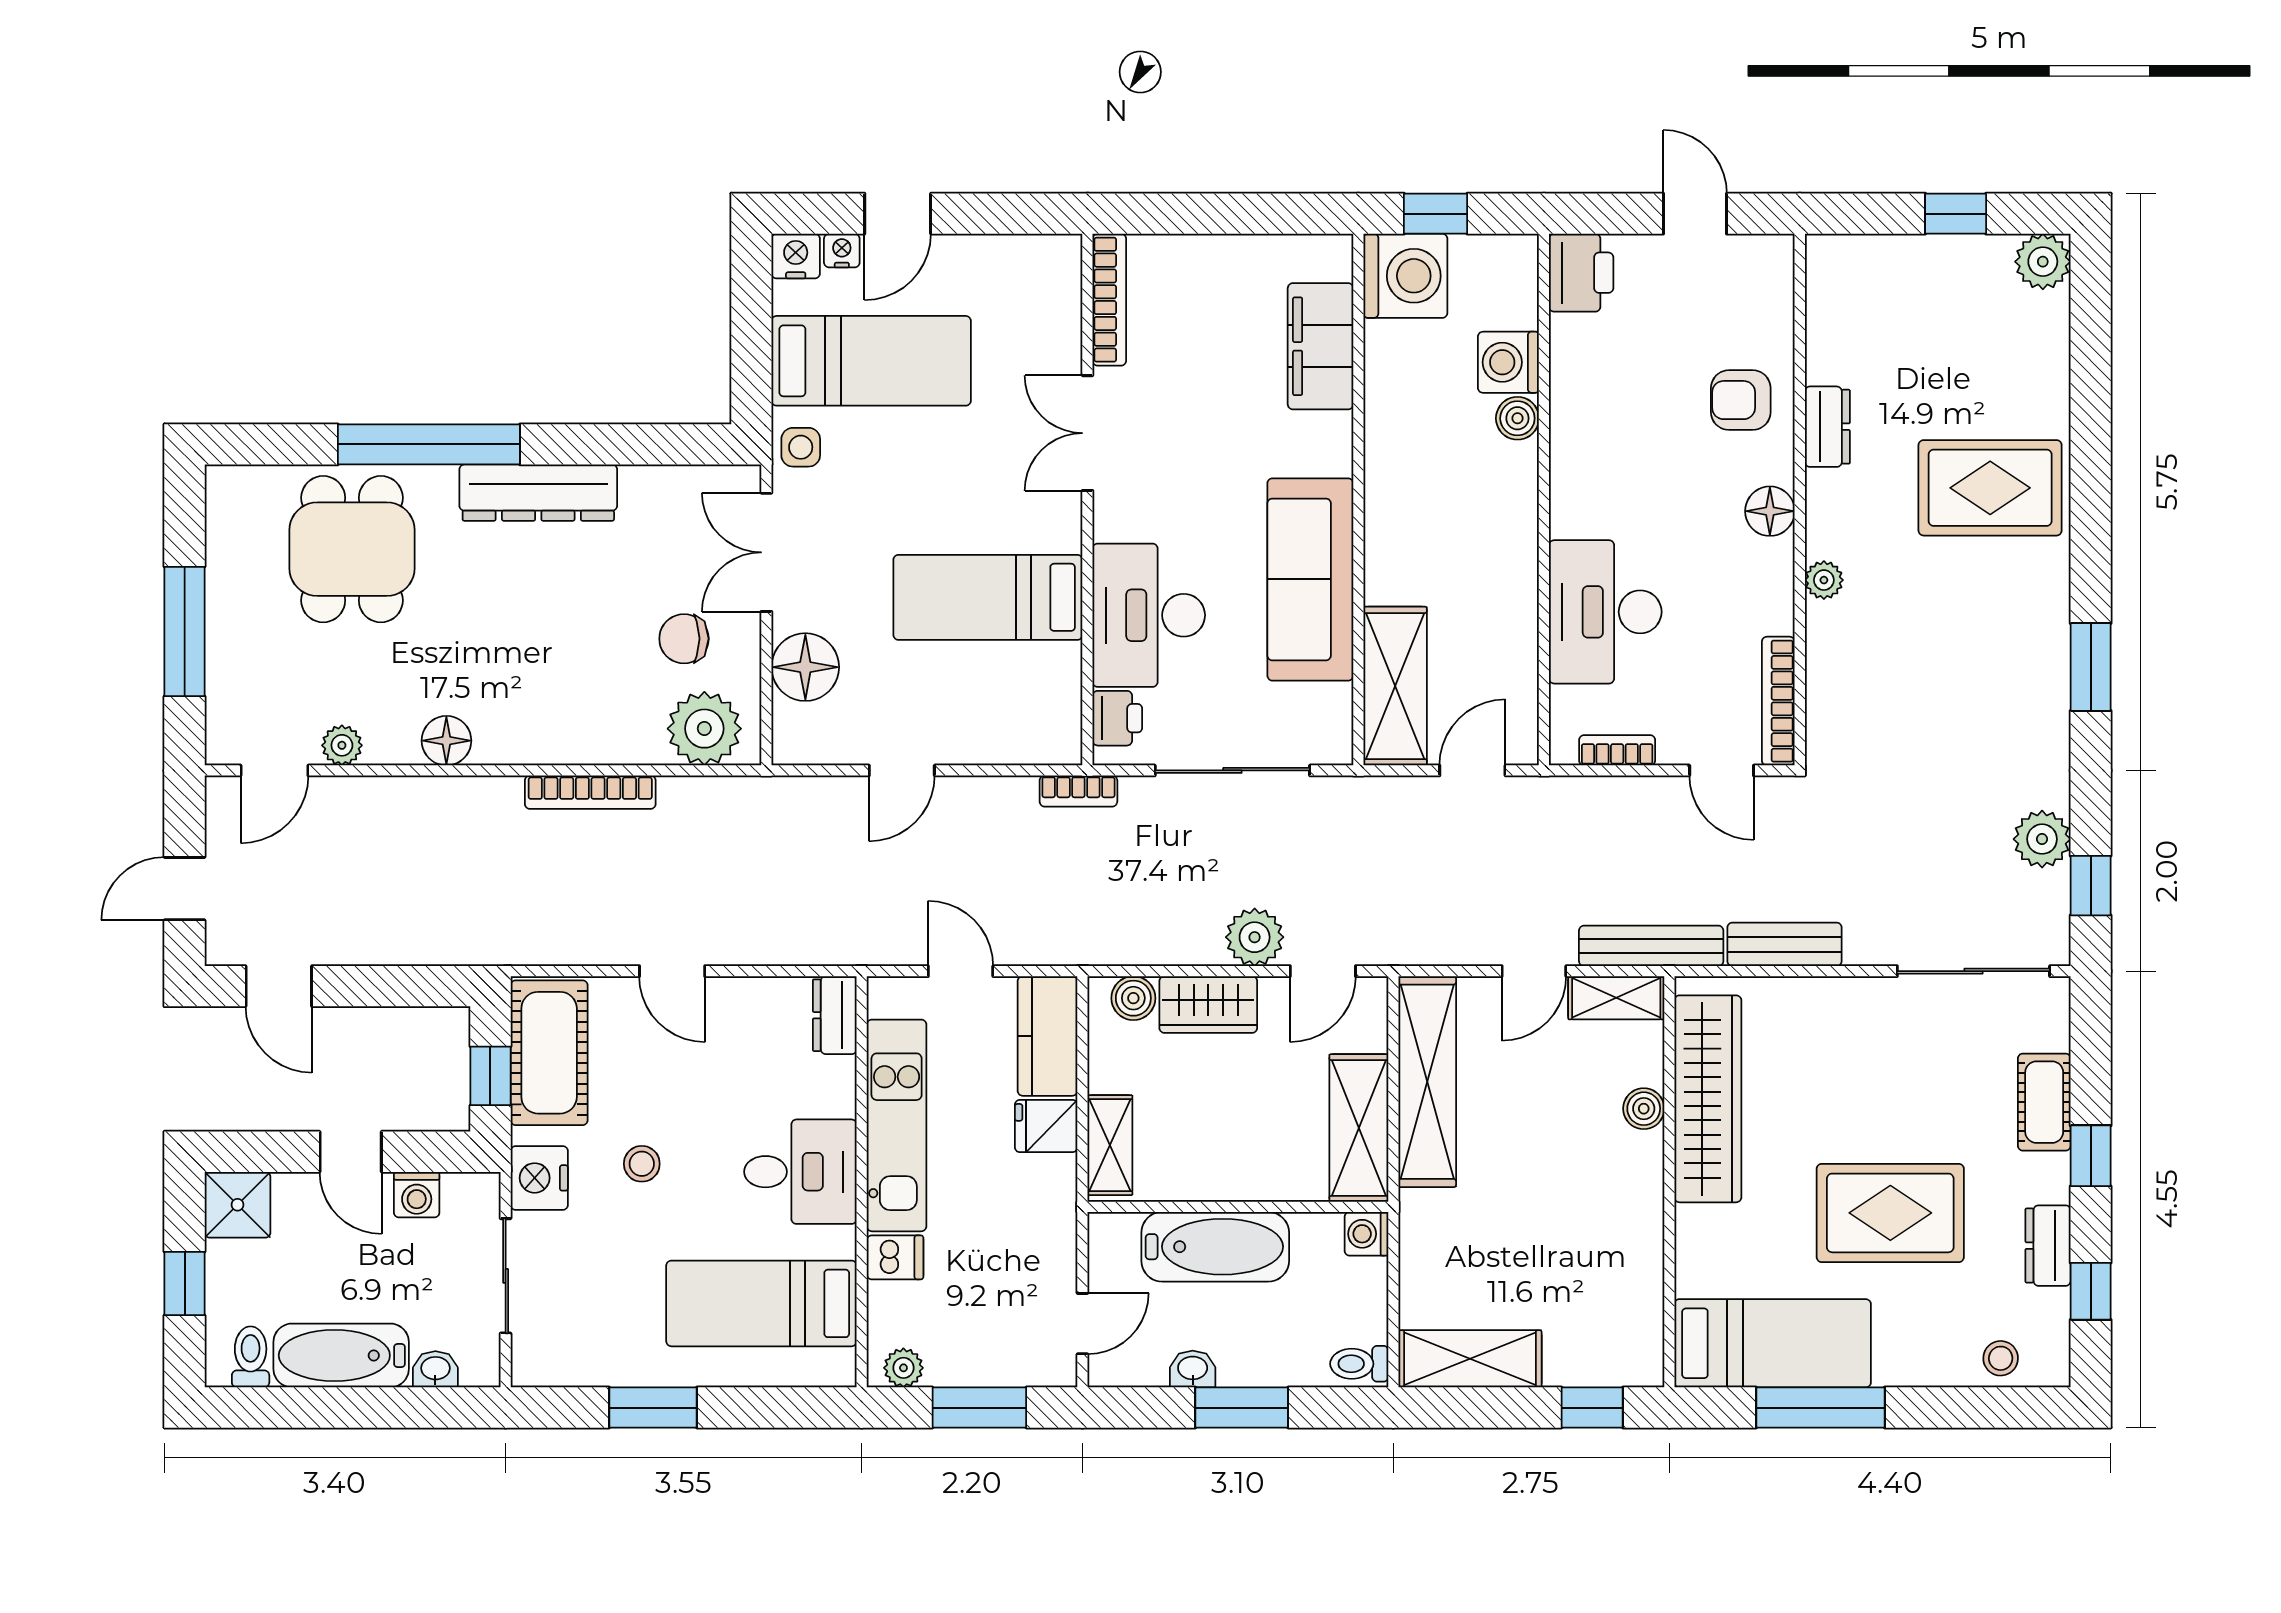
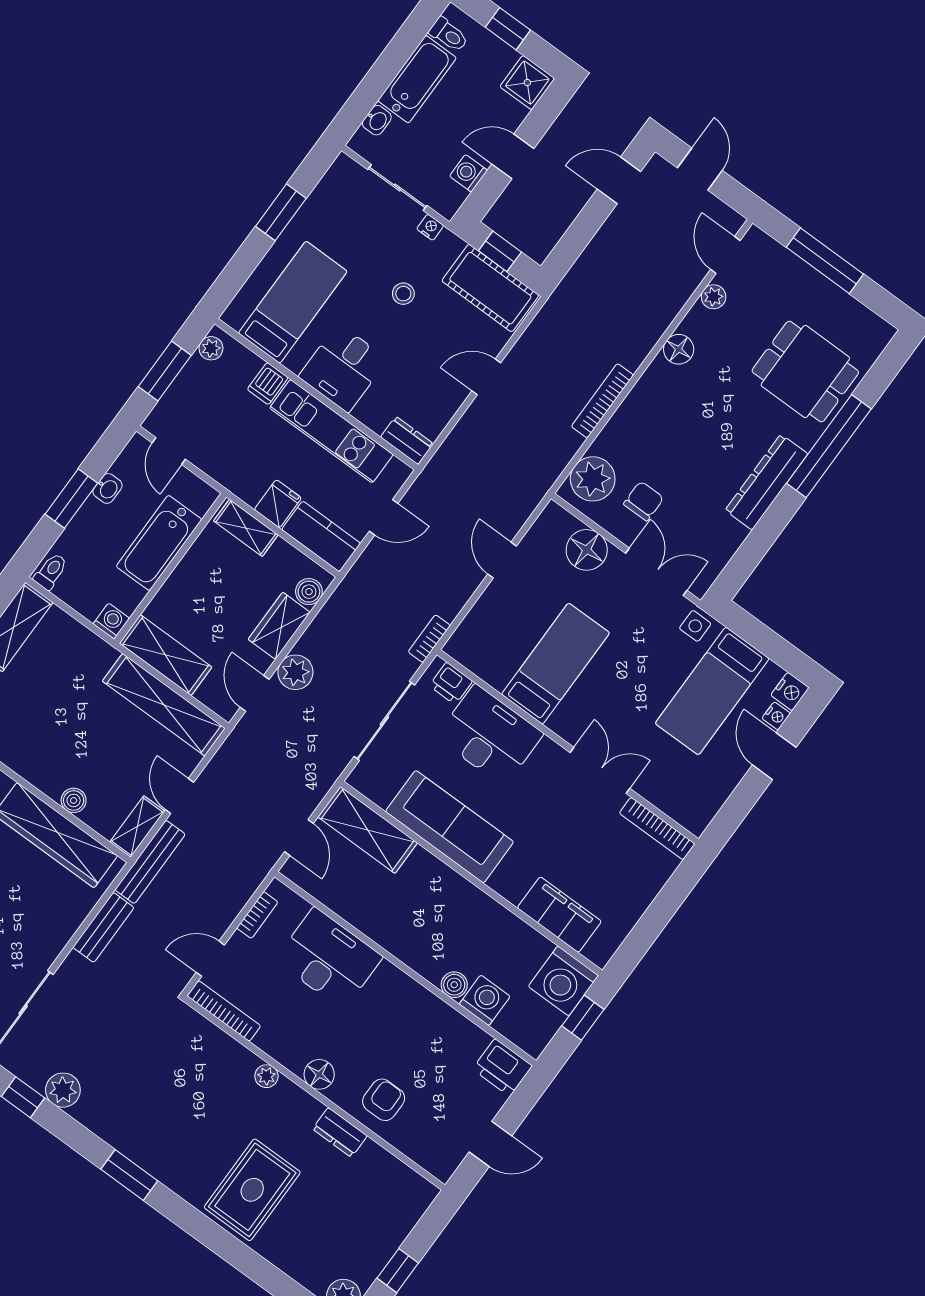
nightstand: (539, 1178) -> (430, 227), width x0.53, depth x0.56

